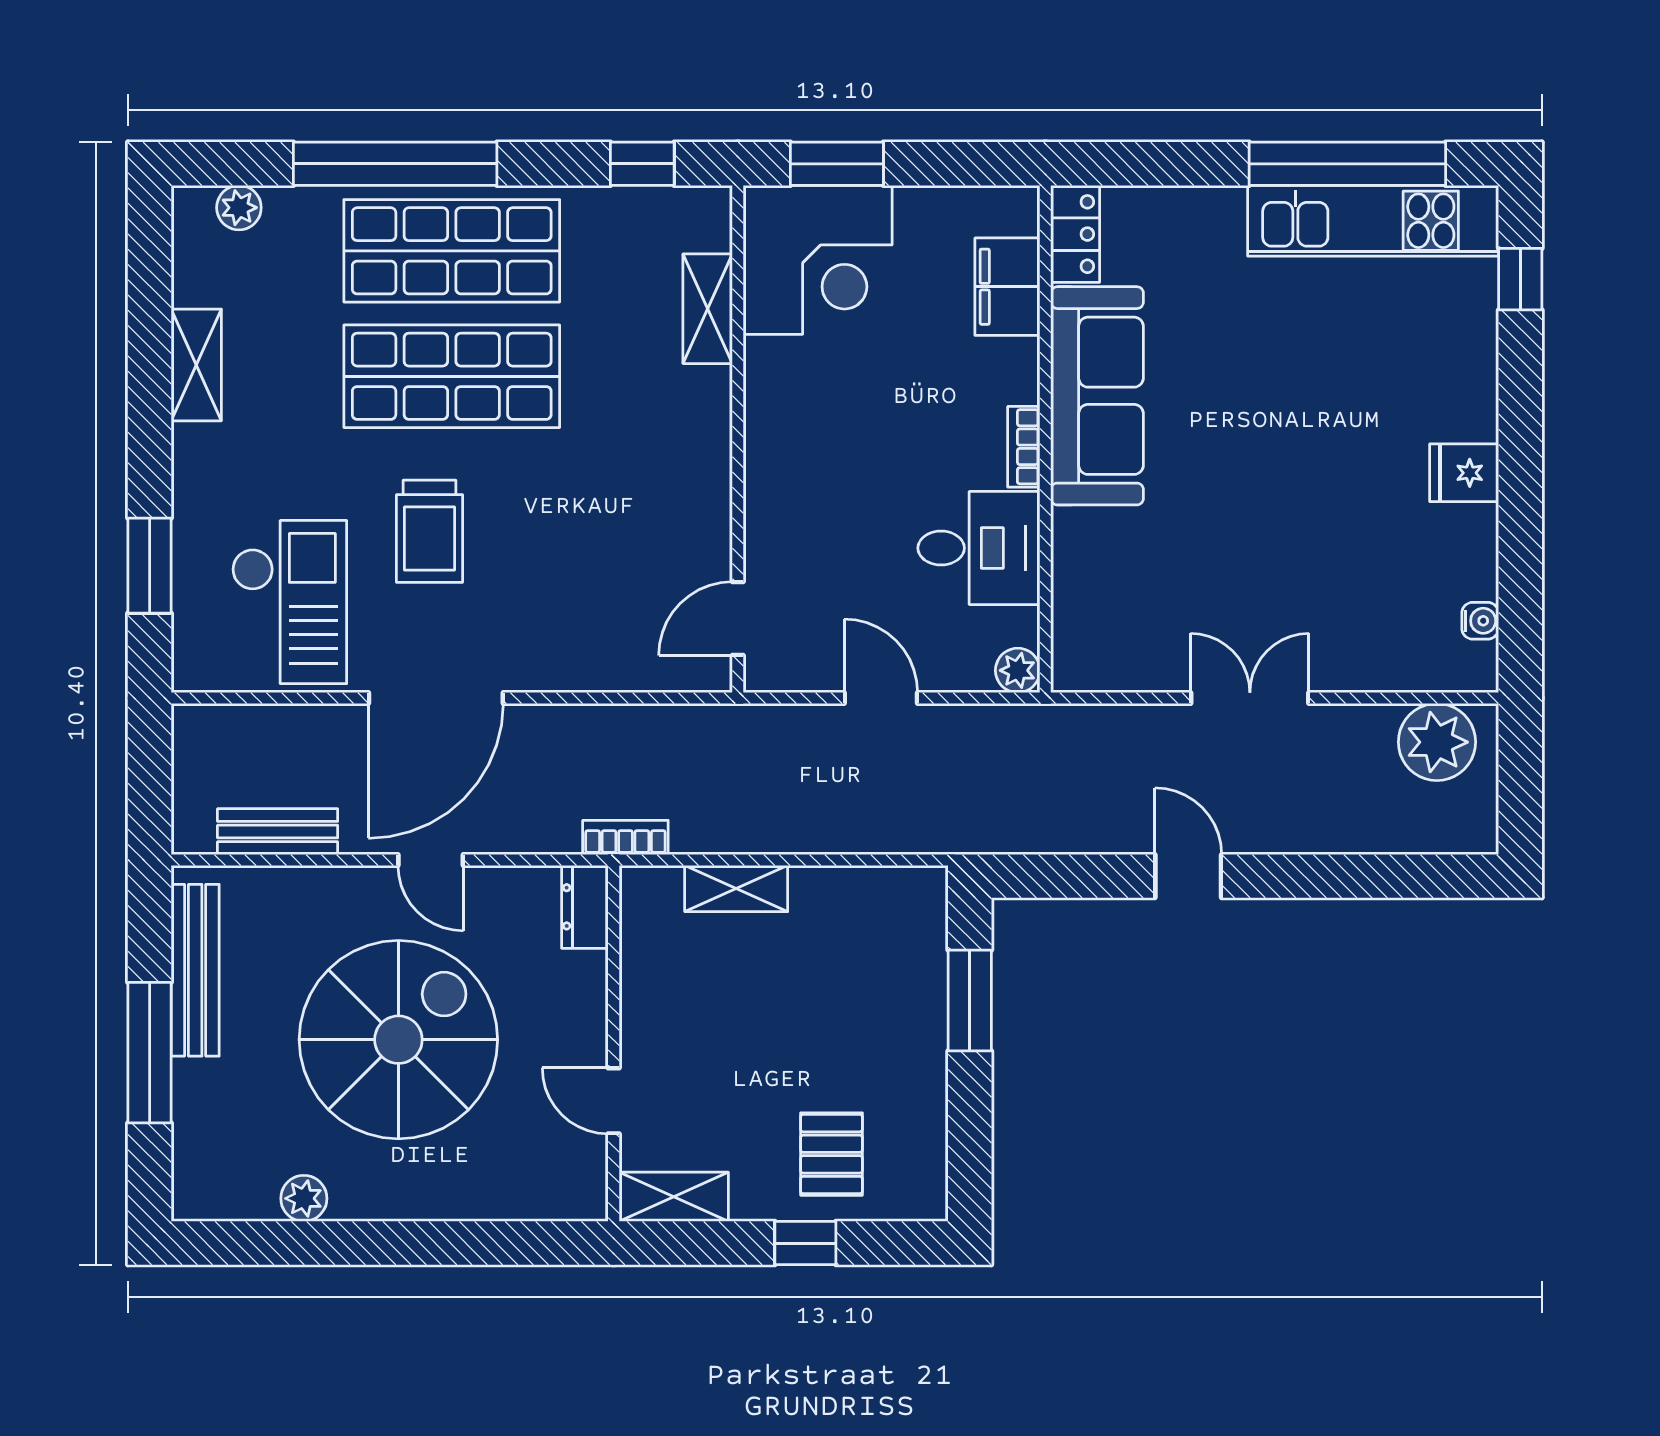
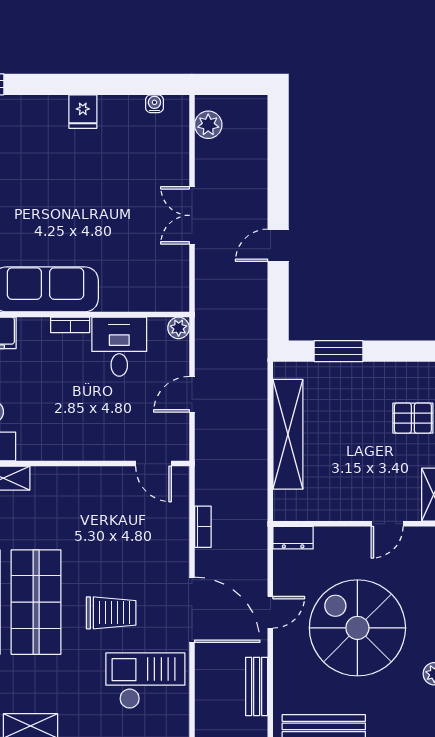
plant: (1437, 742) -> (208, 125), width x0.73, depth x0.73
bookcase: (625, 837) -> (203, 527), moved, turned 180
shelving: (736, 888) -> (288, 434), width x2.20, depth x1.33

